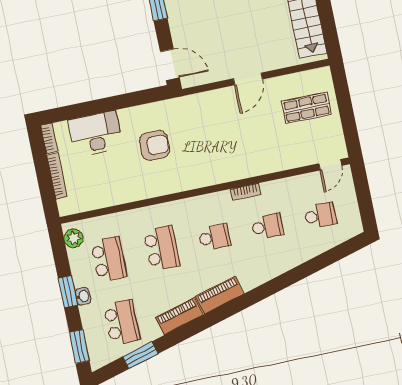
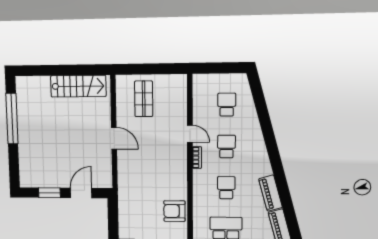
door: (170, 65) -> (81, 193), moved
armchair: (154, 145) -> (174, 211), moved, turned -90
door: (330, 165) -> (190, 134), moved

